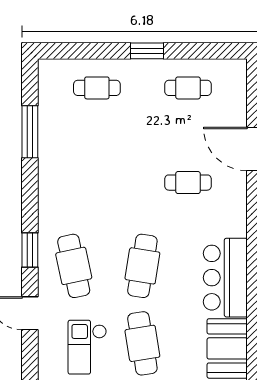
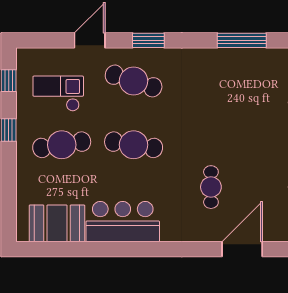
window: (30, 132) -> (242, 40), moved
cafe table: (74, 266) -> (134, 81), turned 30

